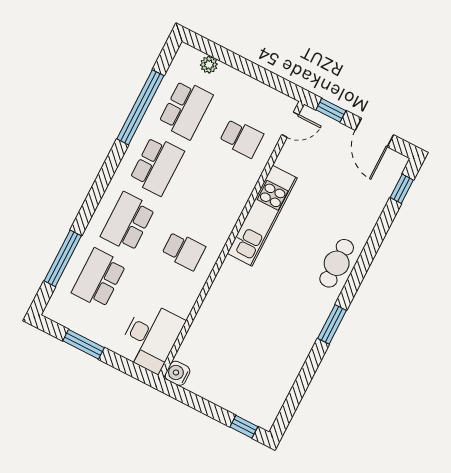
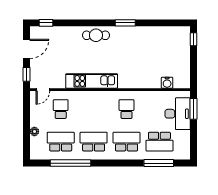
plant: (209, 65) -> (34, 131), moved
door: (290, 125) -> (43, 90), swing flipped
school desk: (128, 222) -> (127, 142), turned 180
desk: (151, 337) -> (178, 114), moved, turned 90
window: (84, 344) -> (194, 109), moved
water cooler: (177, 373) -> (167, 83), moved

